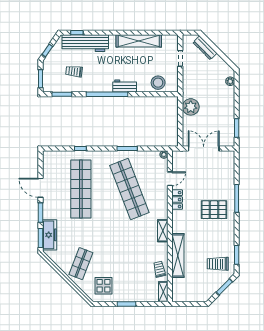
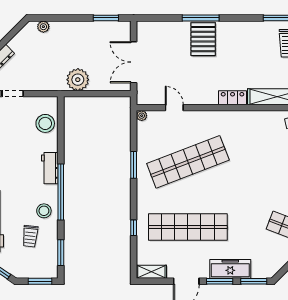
stool: (93, 82) -> (44, 211), added
locker: (177, 200) -> (233, 98), moved
pallet: (214, 210) -> (203, 39), moved
shelving: (163, 231) -> (151, 272), moved
freezer: (50, 235) -> (230, 269), moved

